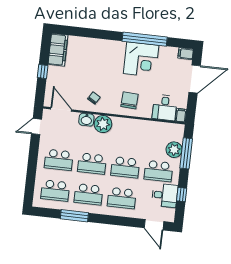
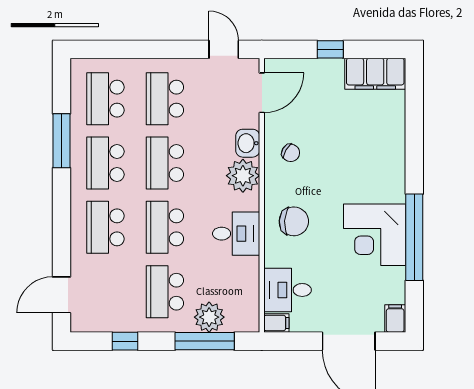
desk: (165, 195) -> (236, 234), moved, turned -90

